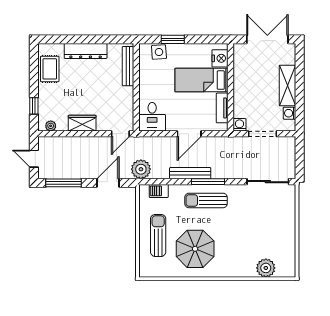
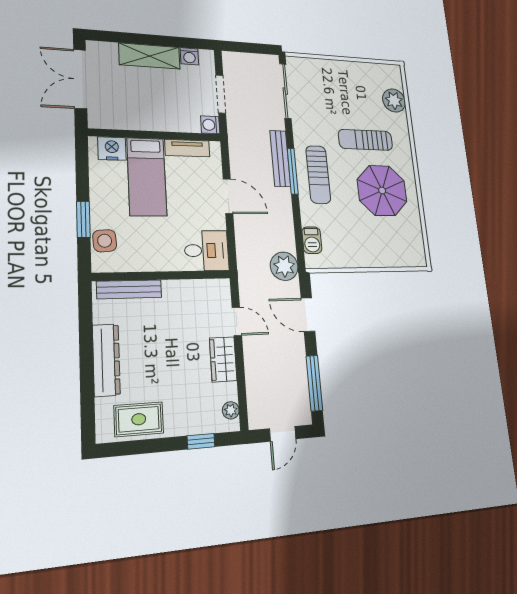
door: (120, 134) -> (237, 321), moved
bench: (190, 173) -> (280, 158), moved
sun lounger: (158, 235) -> (366, 140), moved

